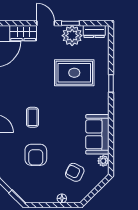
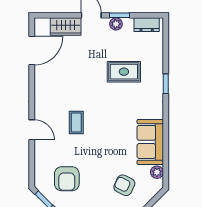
plant: (72, 36) -> (116, 24), width x0.53, depth x0.53
rug: (74, 73) -> (124, 72), width x0.73, depth x0.70
armchair: (36, 155) -> (67, 179), moved

